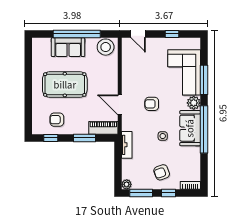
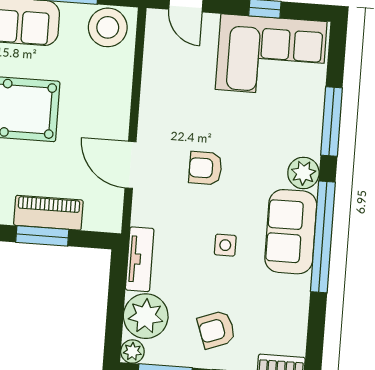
corner sofa: (184, 72) -> (271, 56), moved, turned -90
piano: (103, 128) -> (48, 213), moved
plant: (131, 169) -> (146, 316), added

